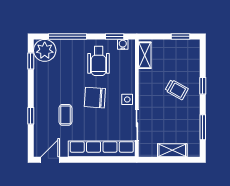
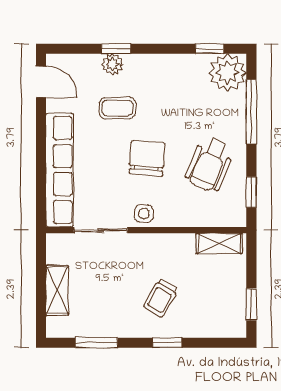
water cooler: (123, 44) -> (238, 206), removed
wheelchair: (99, 61) -> (209, 164), turned -67
plant: (40, 118) -> (112, 64), added

